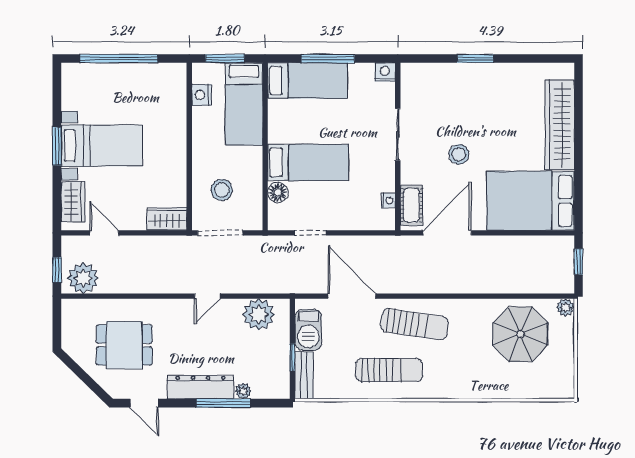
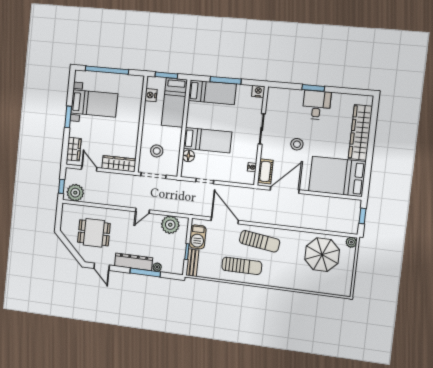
desk: (484, 86) -> (317, 105), added
bed with nightstands: (102, 146) -> (94, 103), moved
wardrobe: (167, 219) -> (119, 164), width x1.50

